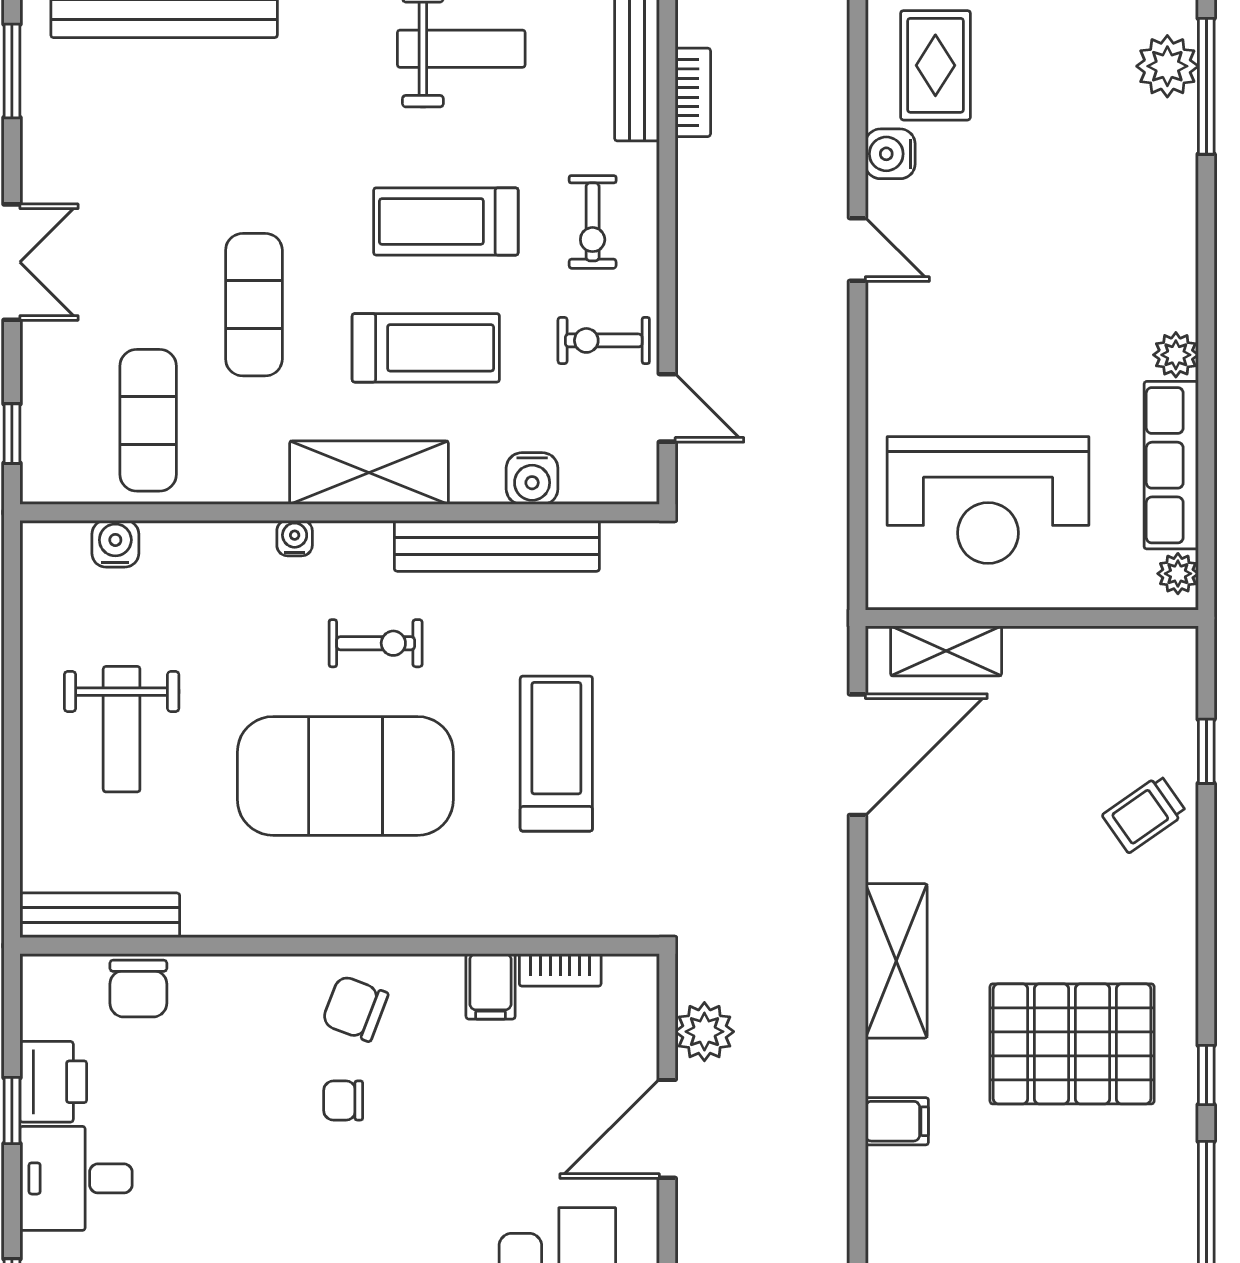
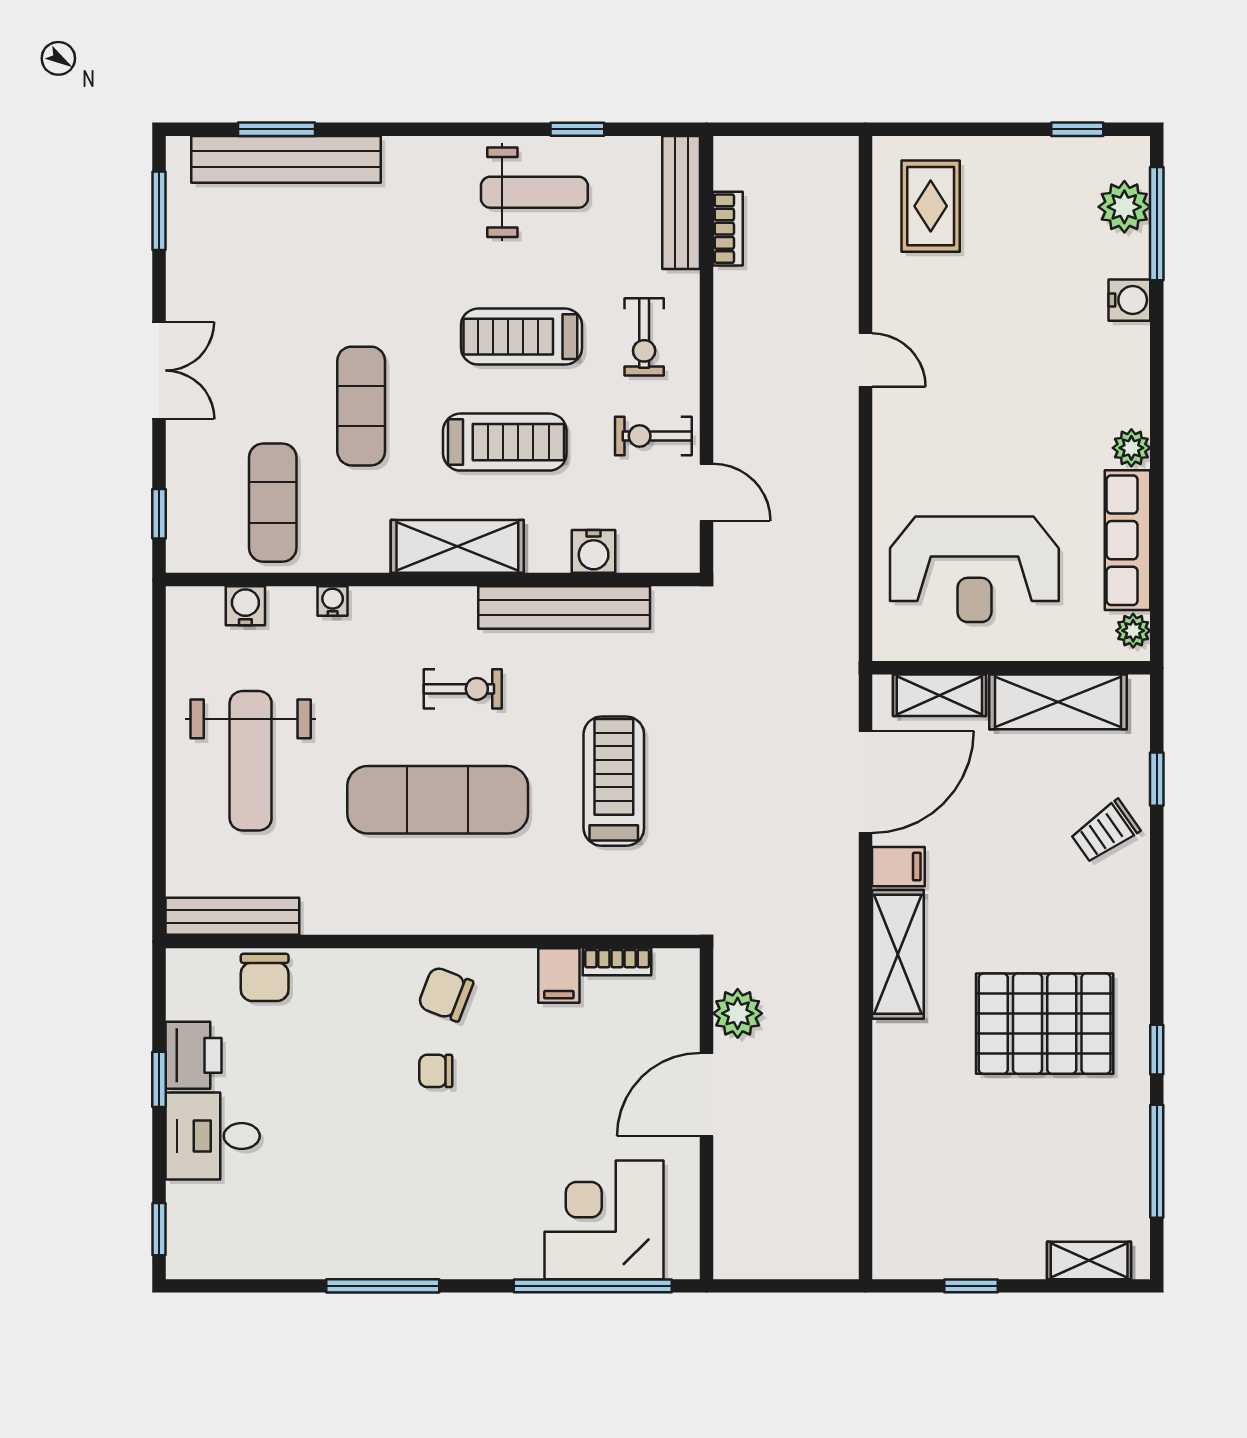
water cooler: (890, 154) -> (1129, 300), moved, turned 180
water cooler: (295, 538) -> (333, 601), moved
shelving: (1088, 659) -> (1058, 702), added
weight bench: (122, 729) -> (251, 761), width x1.36, depth x1.33
exercise mat: (345, 776) -> (438, 800), width x0.68
filing cabinet: (897, 1121) -> (898, 867), moved

